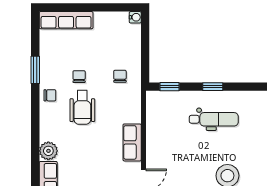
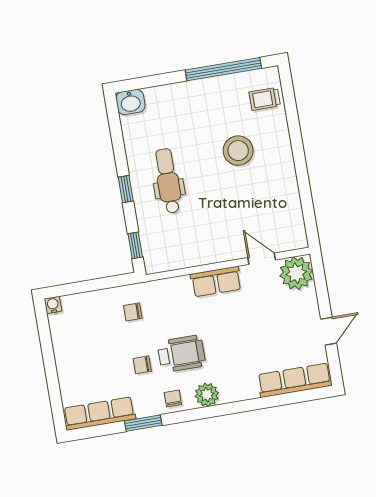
row of seats: (66, 20) -> (99, 414), moved, turned -90
plant: (48, 151) -> (207, 395), moved

